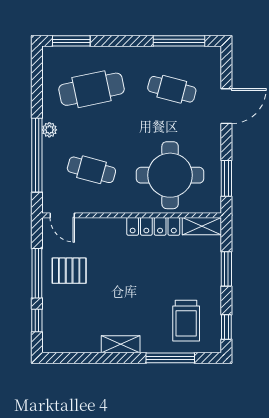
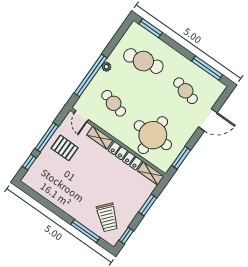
trolley: (186, 321) -> (107, 217), turned -49
shelving: (121, 344) -> (100, 138), moved

